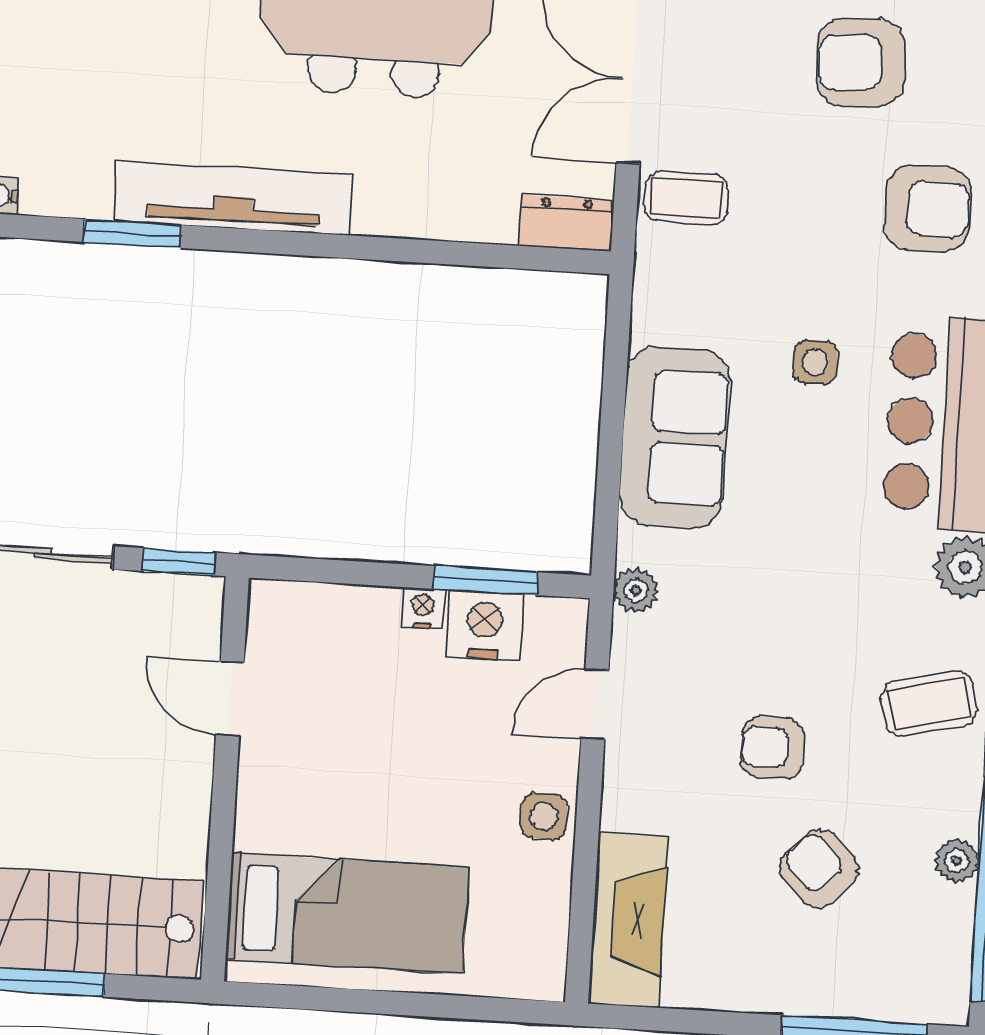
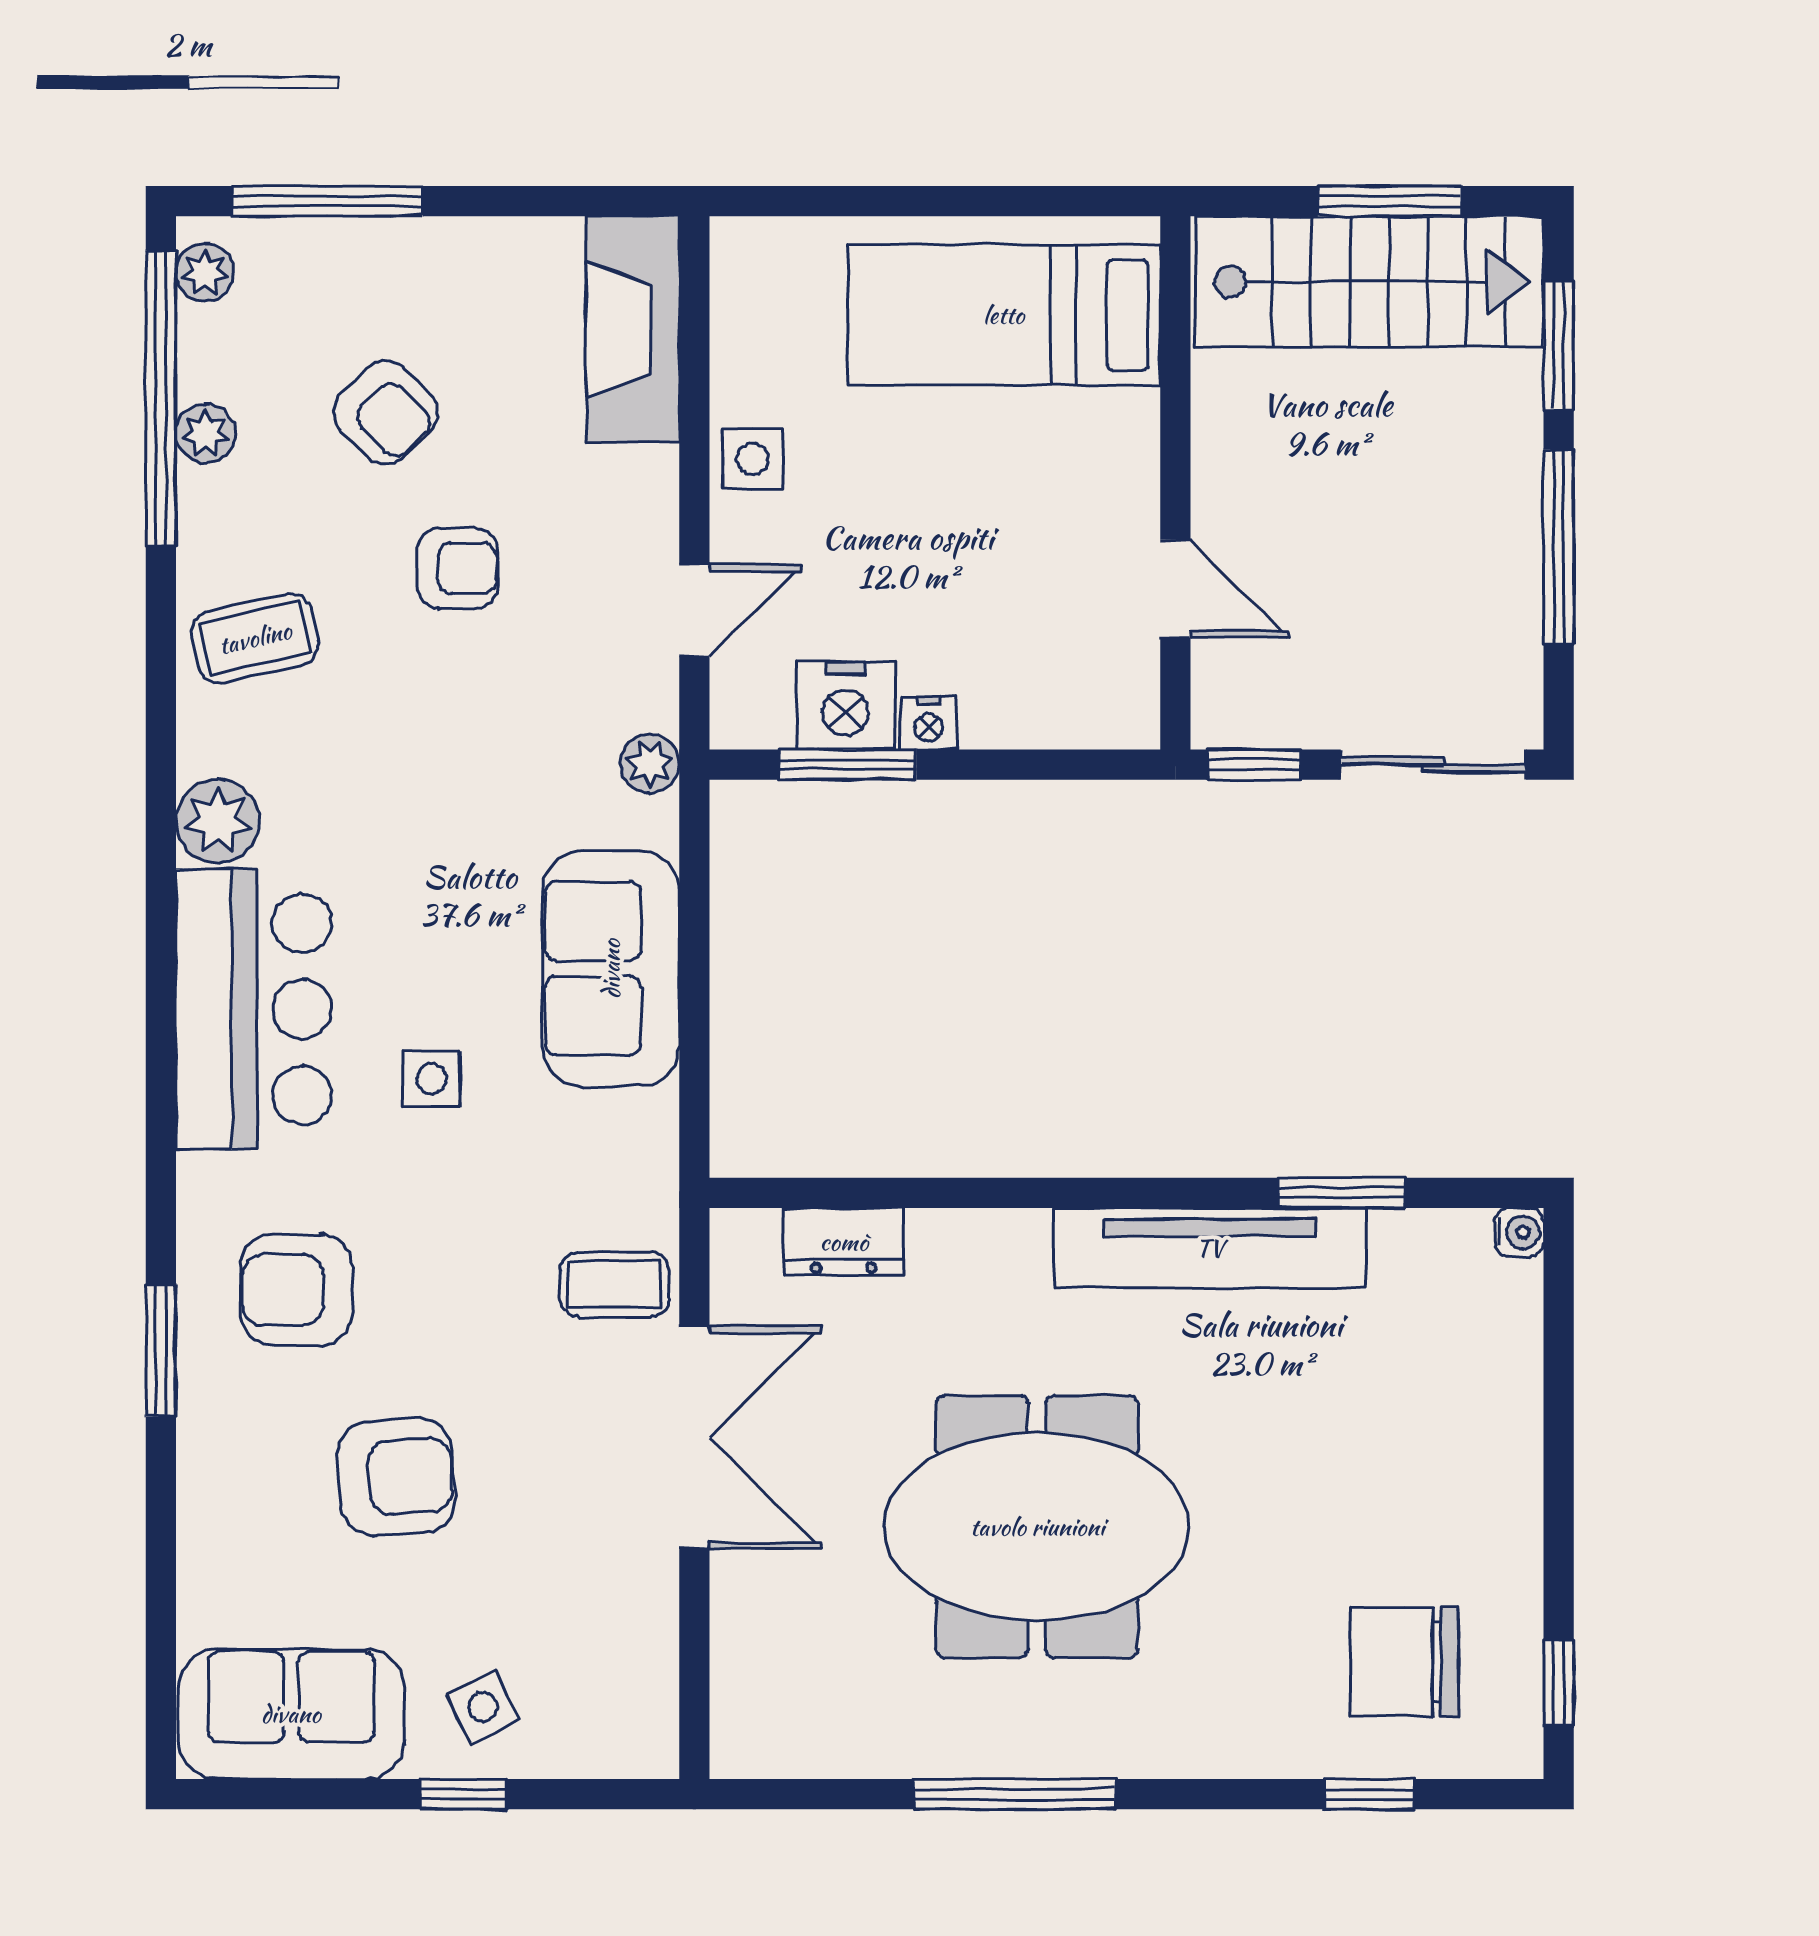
dresser: (566, 223) -> (844, 1242), moved
plant: (950, 983) -> (205, 273), added

